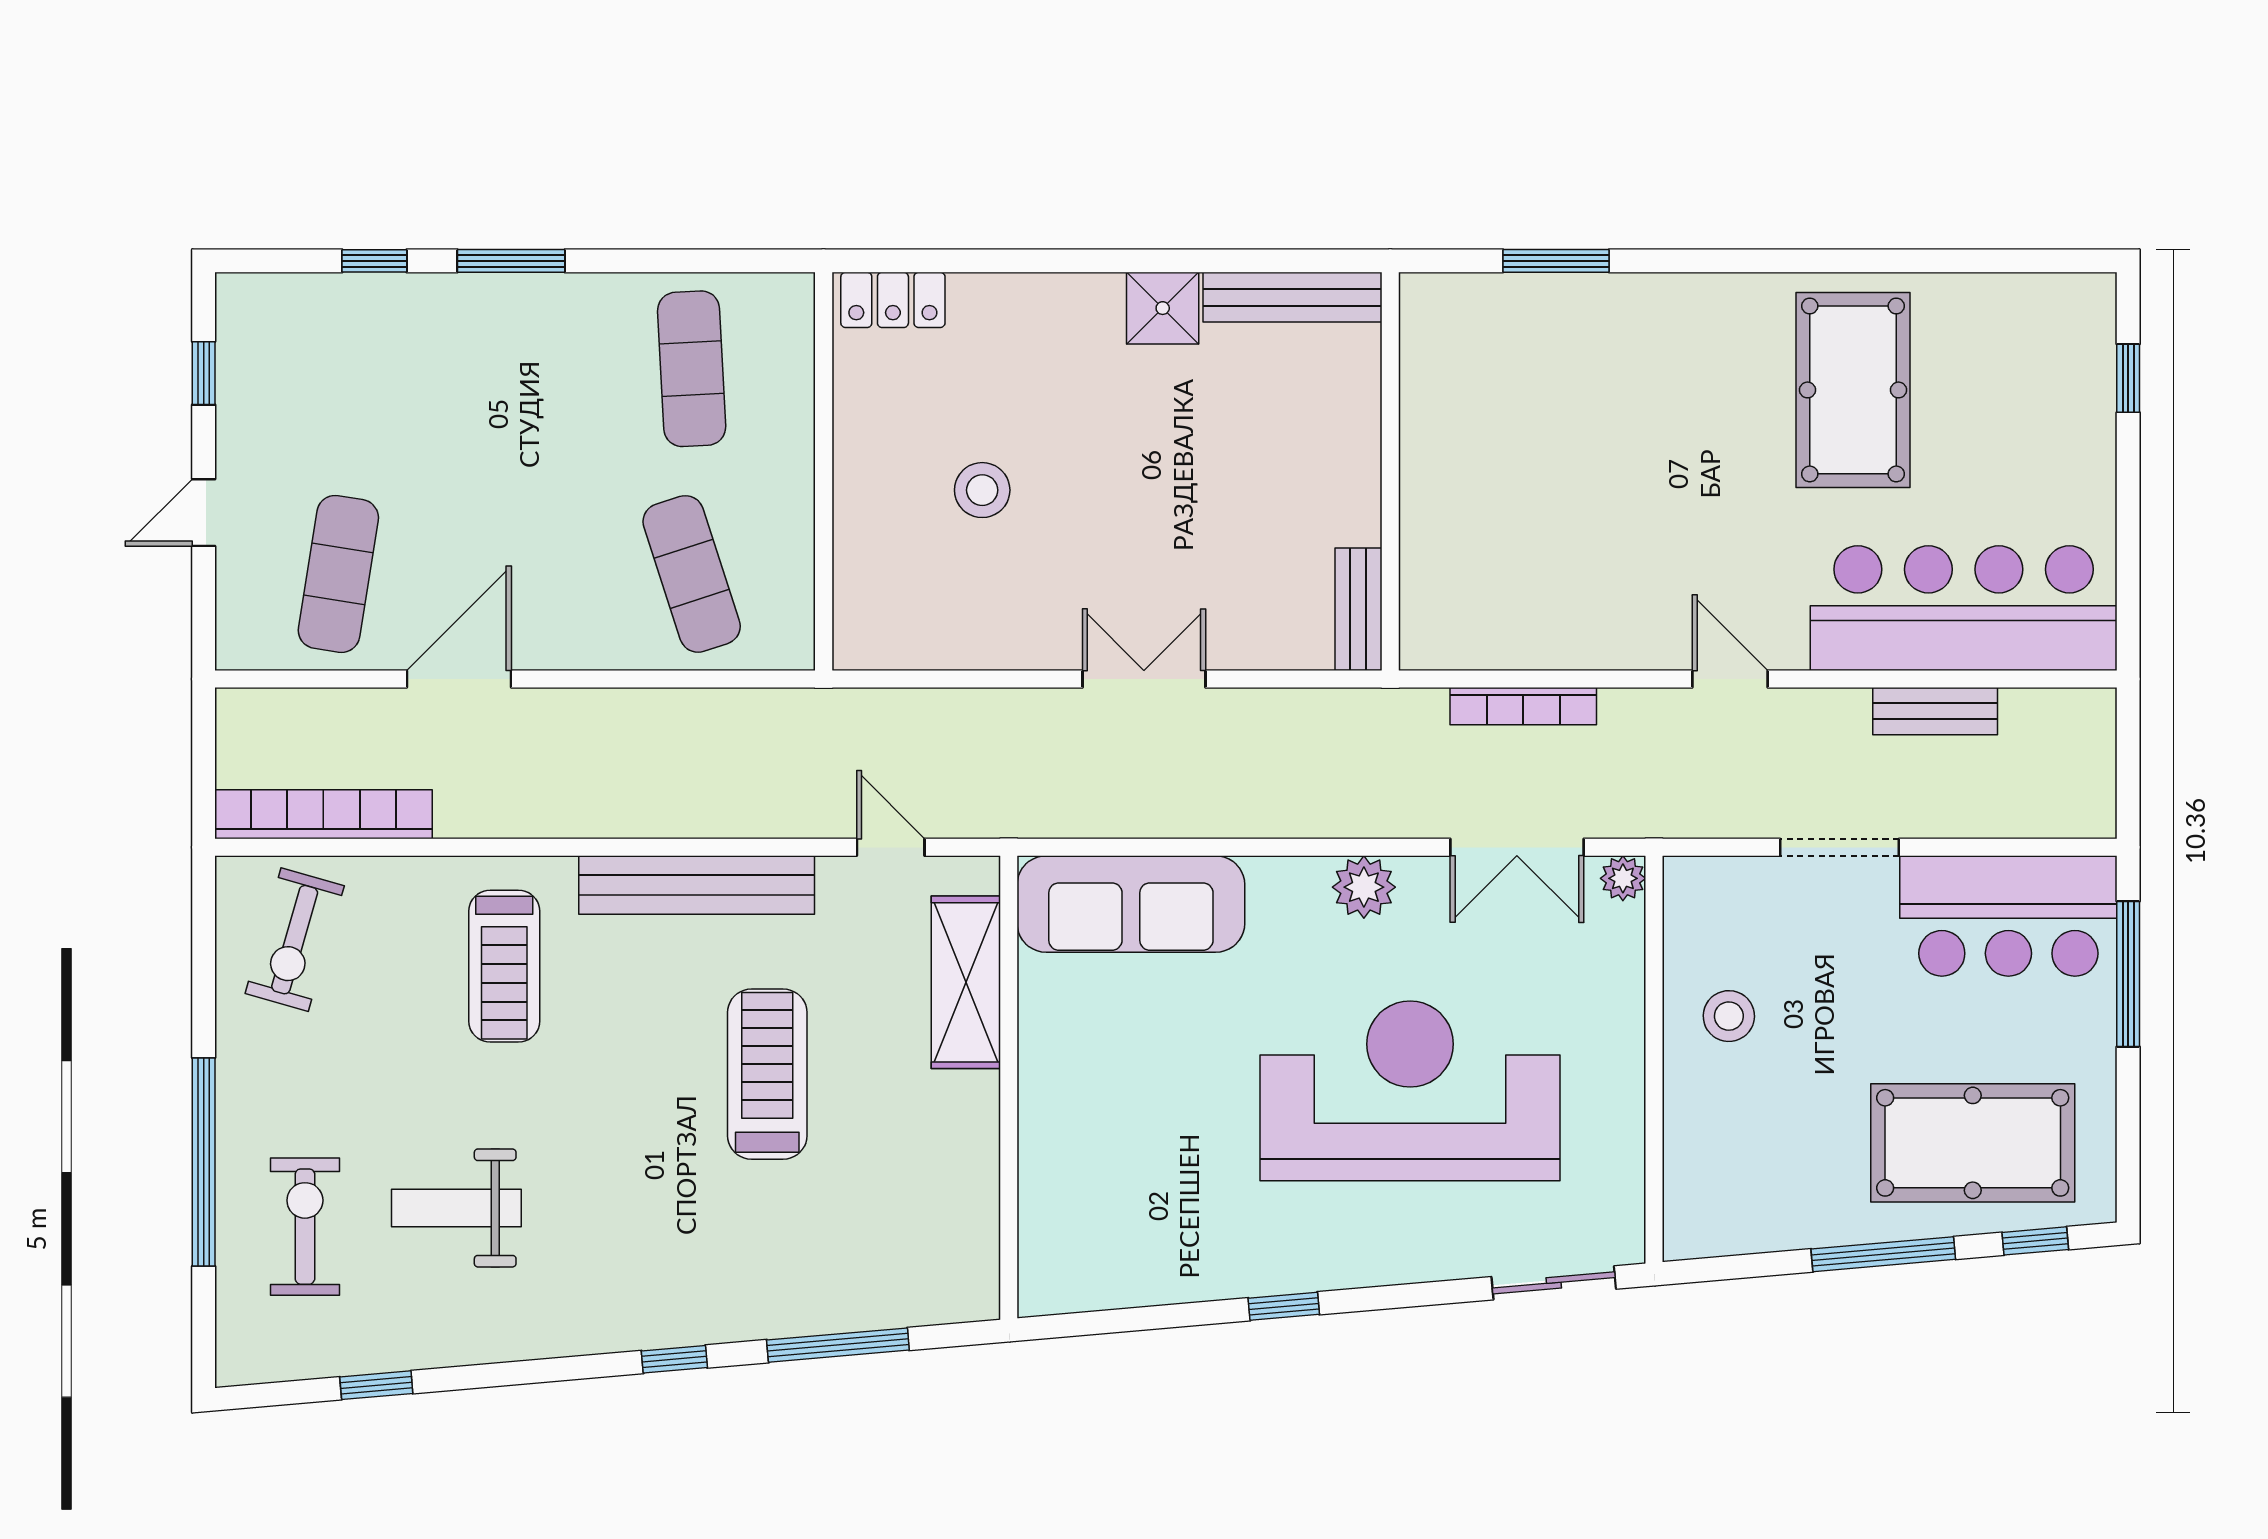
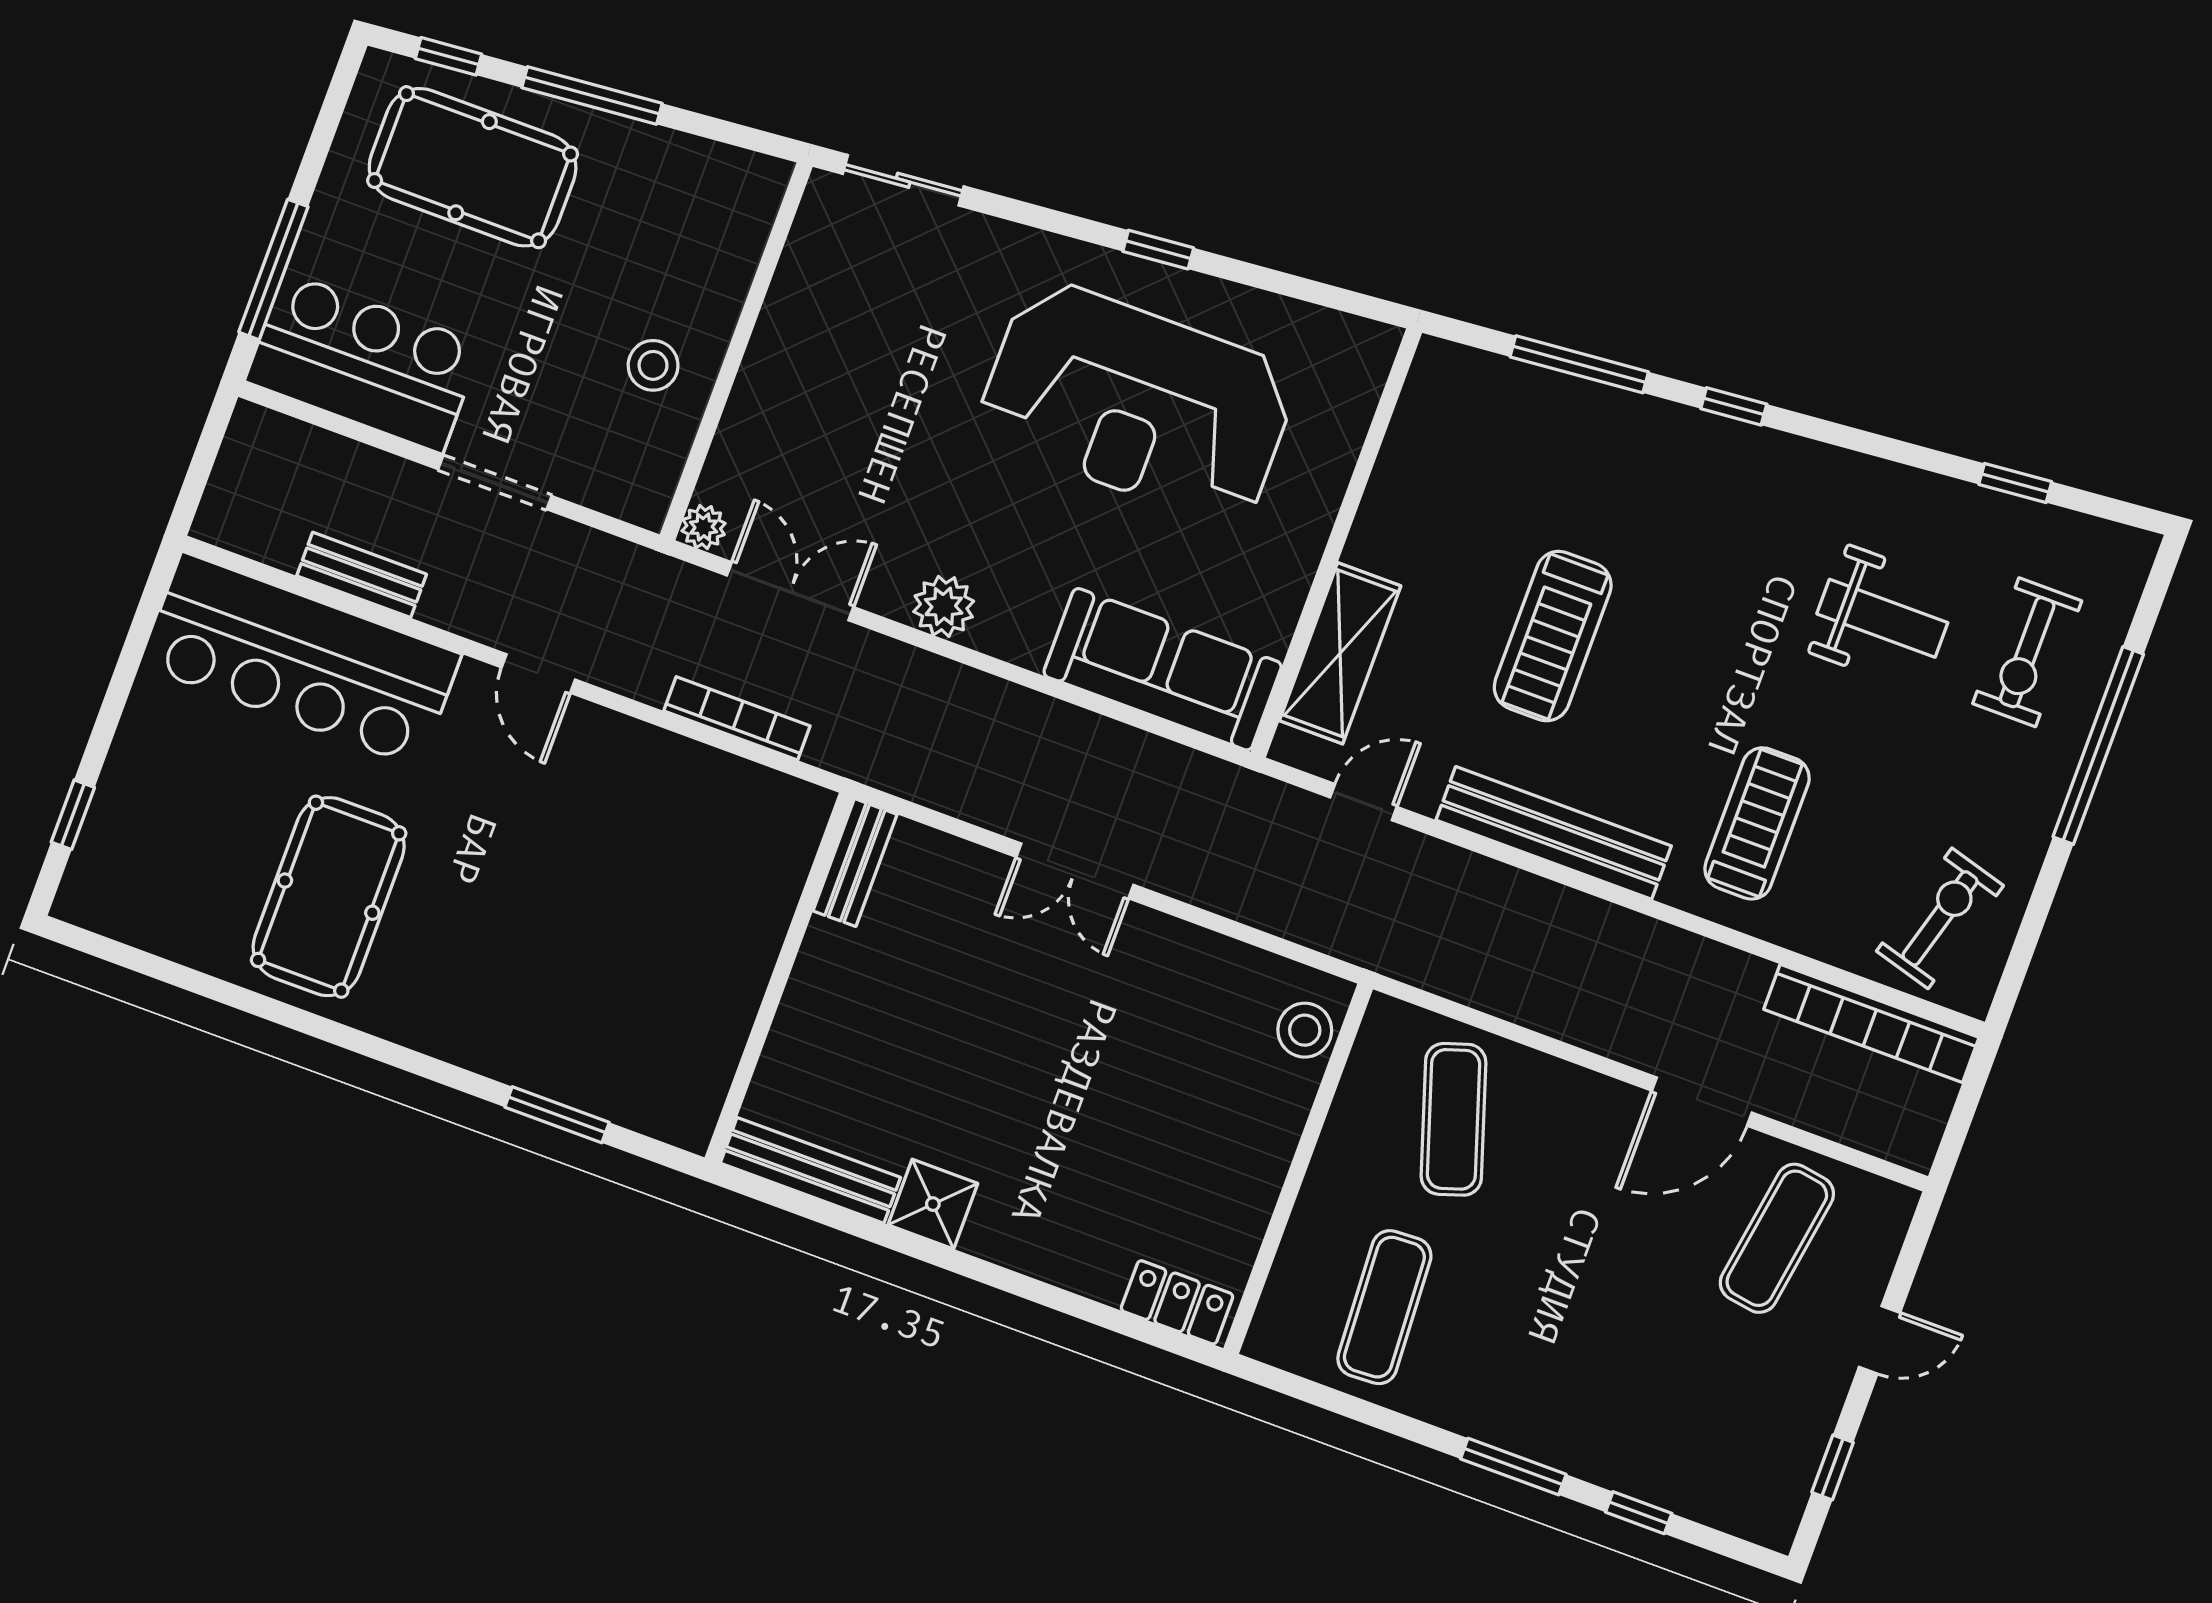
stool: (982, 490) -> (1305, 1030), moved
door: (891, 847) -> (1363, 802), swing flipped
reception desk: (1410, 1091) -> (1137, 403), moved

